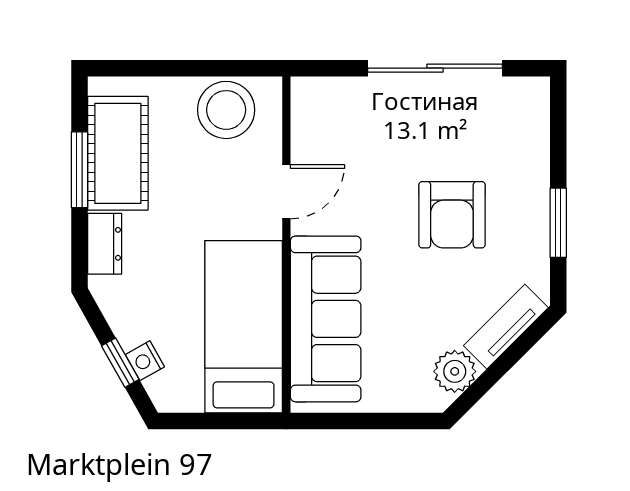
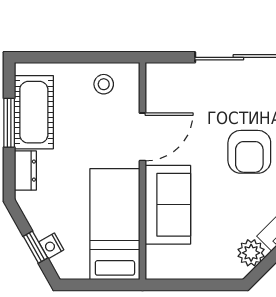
stool: (226, 110) -> (104, 84), width x0.53, depth x0.53
door: (286, 192) -> (143, 137), width x1.38
sofa: (326, 319) -> (168, 205), width x0.73

